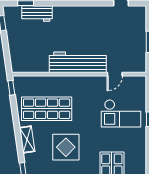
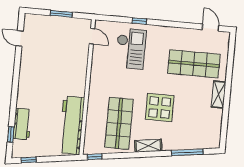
workbench: (78, 62) -> (72, 125), moved
door: (115, 74) -> (92, 36), moved

